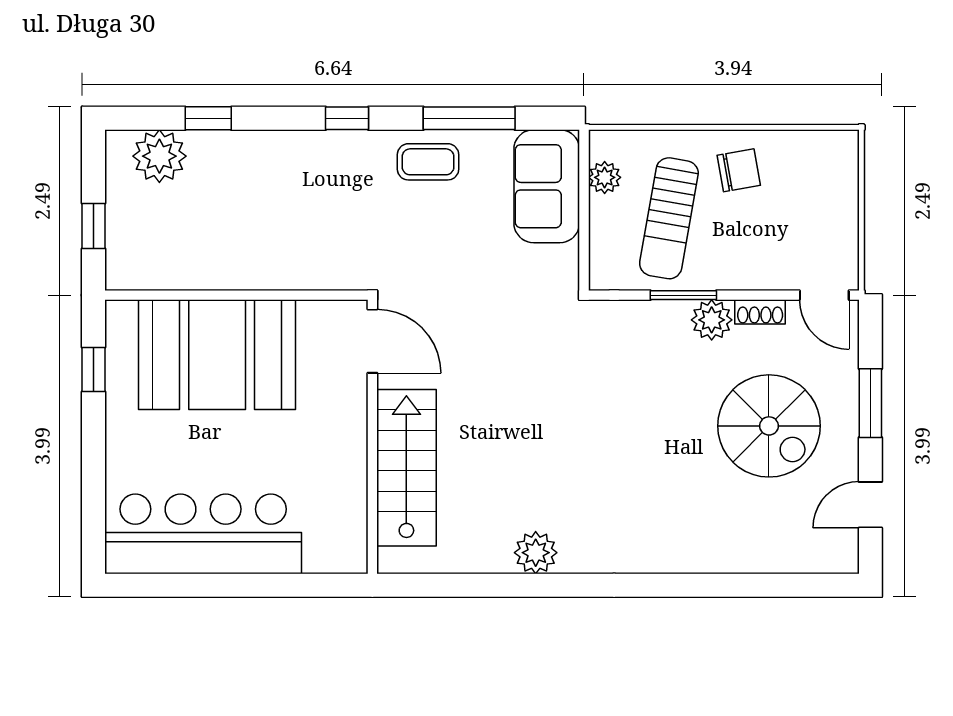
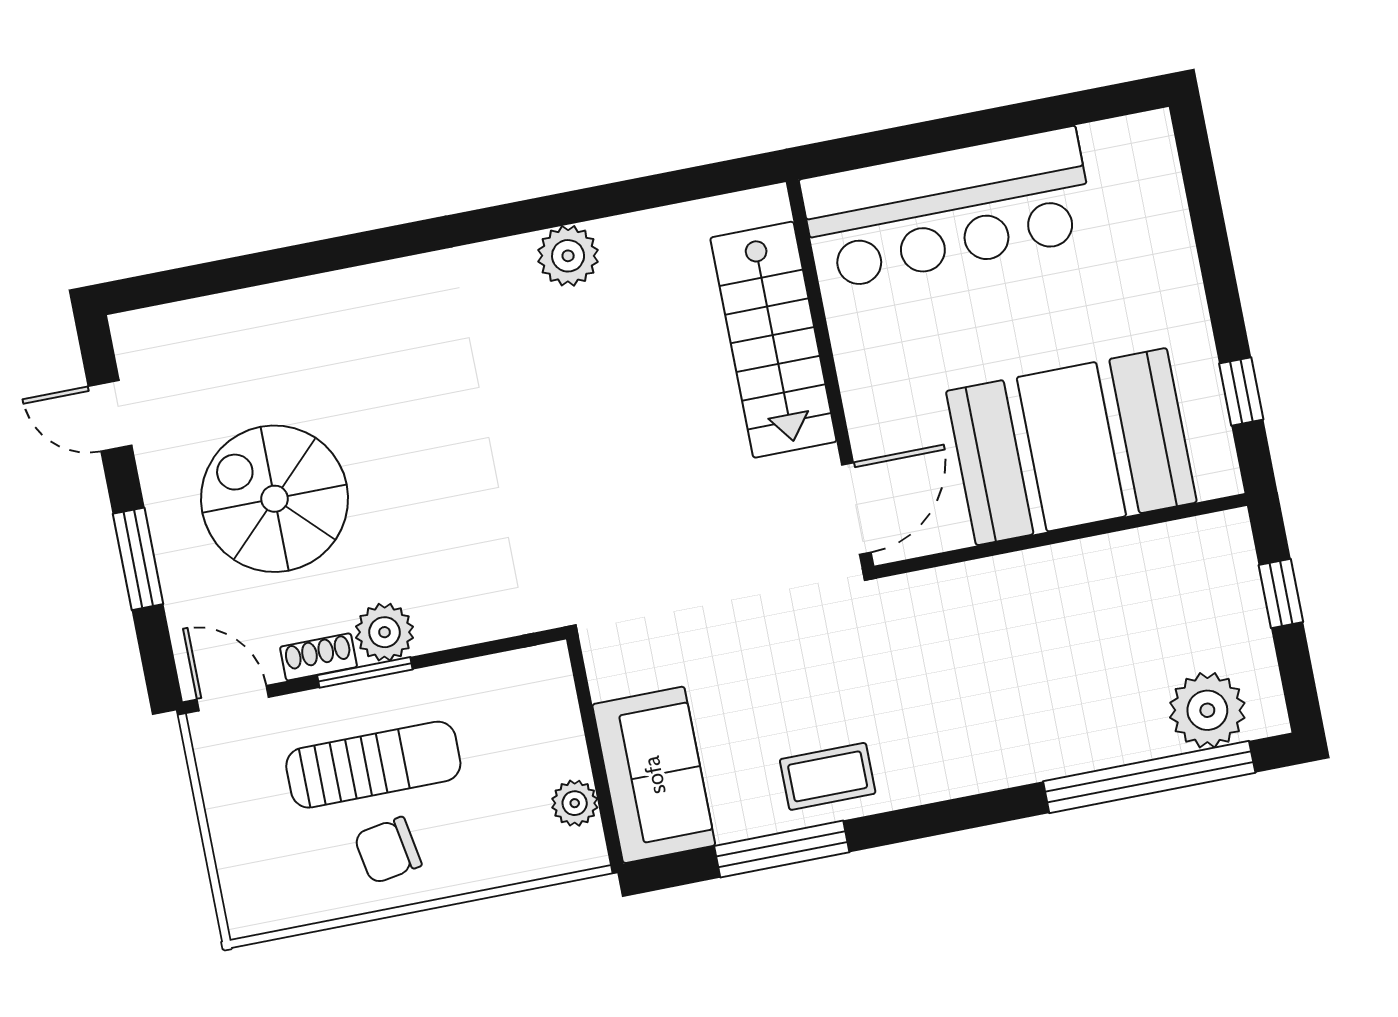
window: (208, 118) -> (1149, 777), width x3.17
window: (347, 118) -> (954, 815), removed
sun lounger: (669, 218) -> (373, 765), moved, turned 80
window: (683, 295) -> (365, 672), moved
door: (372, 341) -> (856, 509), swing flipped
door: (870, 505) -> (110, 416), swing flipped
bar counter: (203, 534) -> (948, 209), moved

